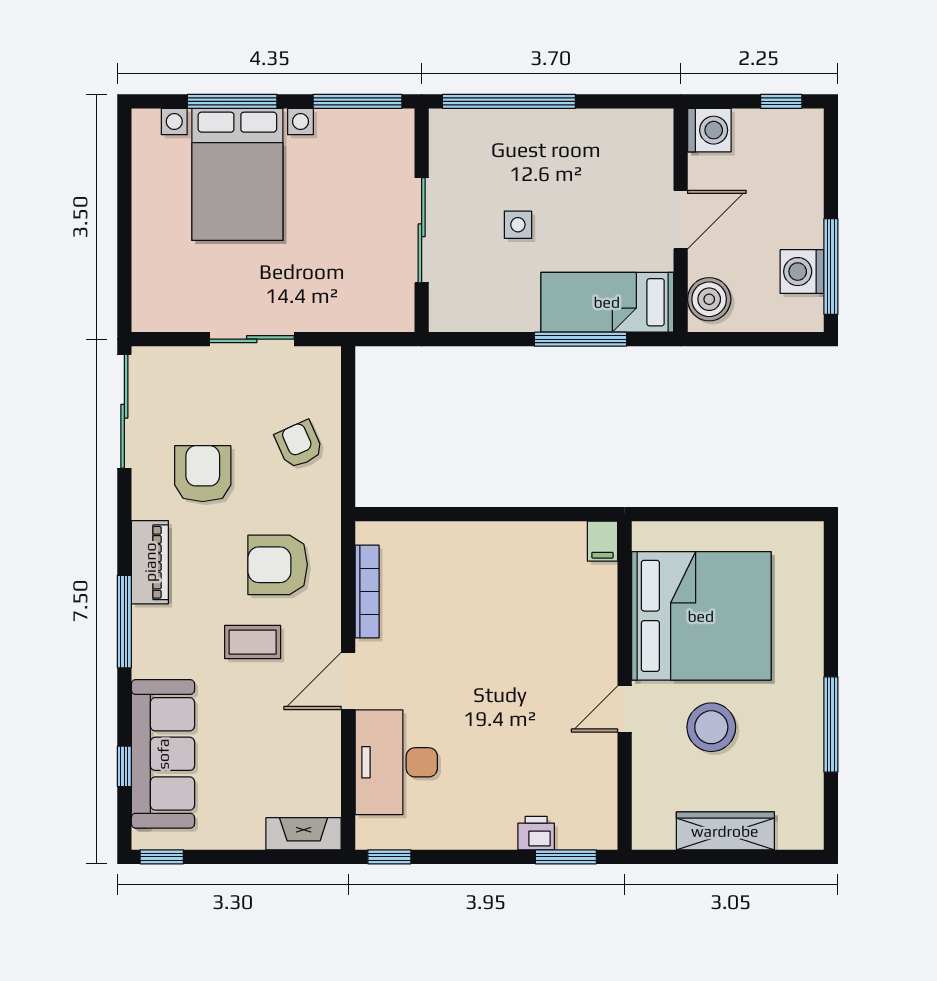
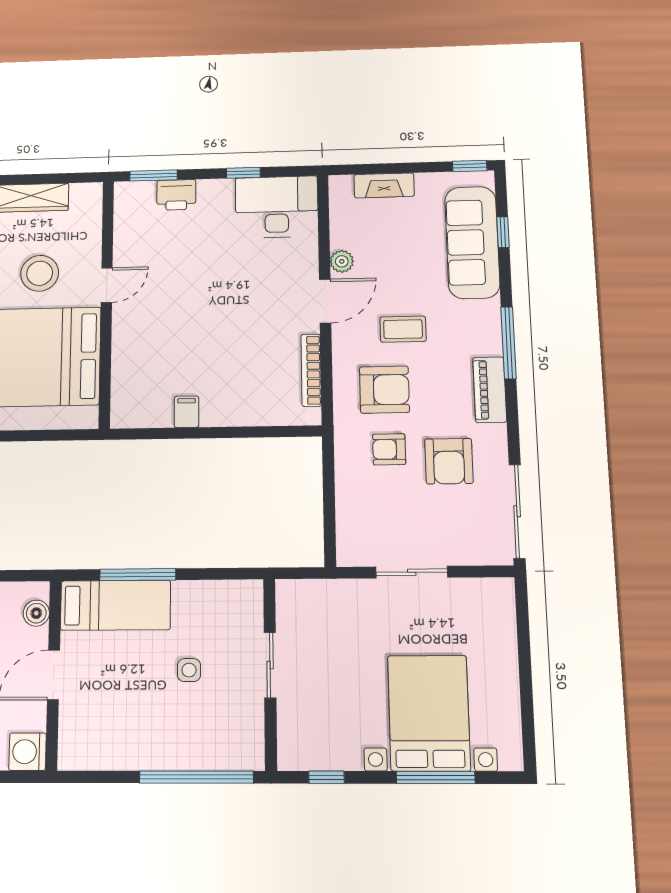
window: (358, 101) -> (327, 777), width x0.46
sliding door: (422, 230) -> (270, 665), width x0.73
boiler: (709, 299) -> (36, 613), width x0.73, depth x0.73
armchair: (299, 444) -> (389, 449), moved, turned 114
filing cabinet: (602, 541) -> (186, 412), moved
plant: (326, 733) -> (342, 261), added
desk: (396, 762) -> (277, 207), moved, turned -90
printer: (536, 833) -> (176, 195), width x1.36, depth x1.24
fireplace: (304, 834) -> (384, 185), moved
window: (389, 857) -> (243, 173), moved

